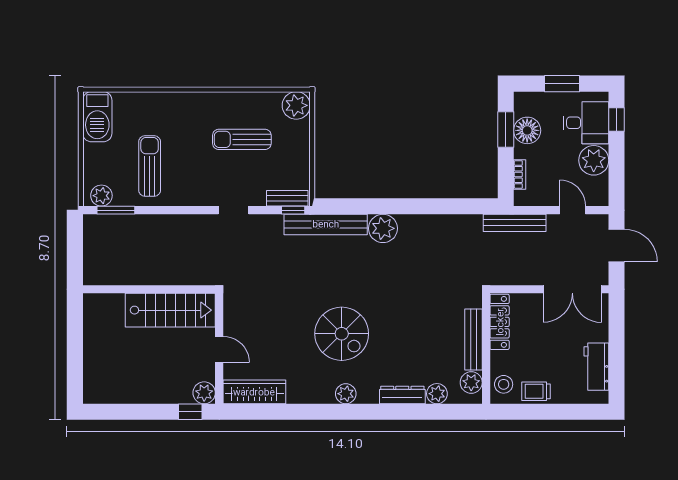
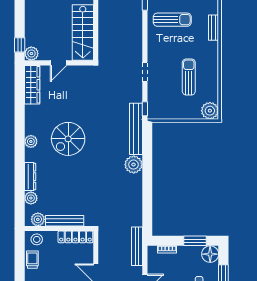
floor lamp: (527, 130) -> (210, 254), moved
bench: (287, 198) -> (214, 28), moved

